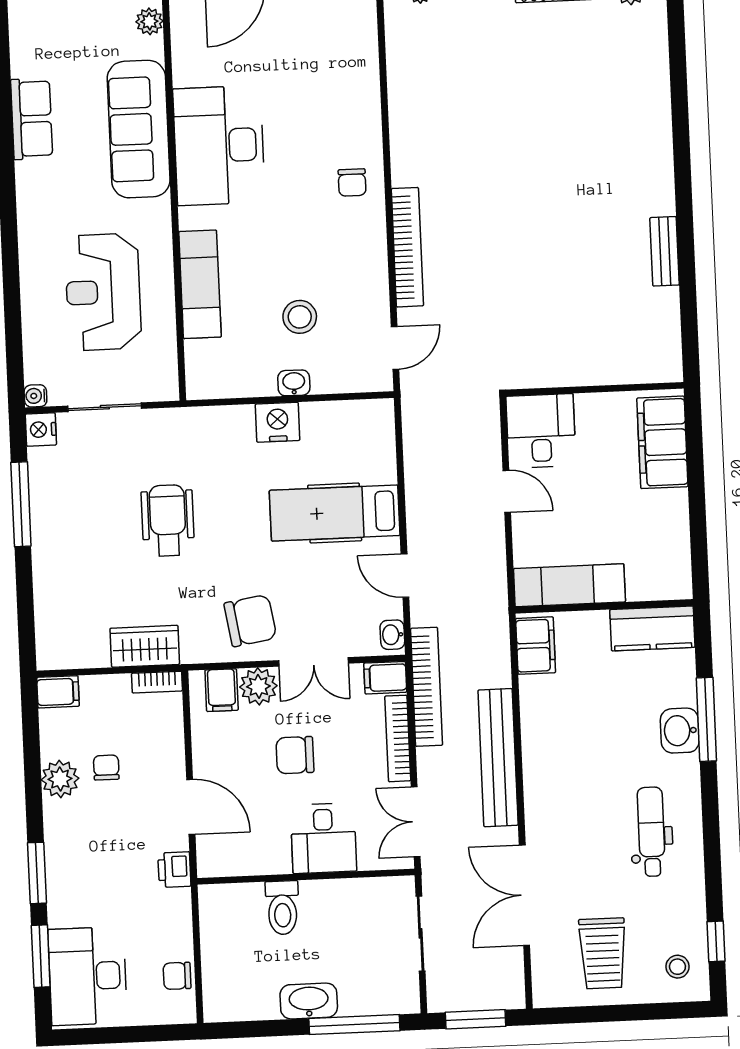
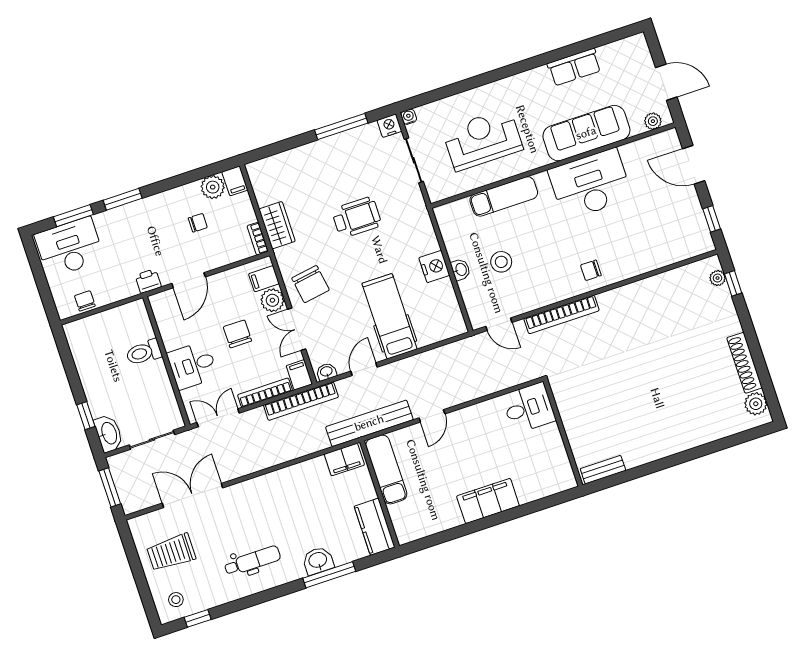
wall: (595, 389) -> (563, 433), moved
desk: (541, 431) -> (529, 408), moved
bench: (498, 758) -> (369, 423), moved
plant: (60, 779) -> (213, 187), moved
washbasin: (309, 1001) -> (109, 433), moved
window: (354, 1025) -> (86, 416), width x0.46

